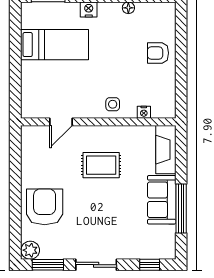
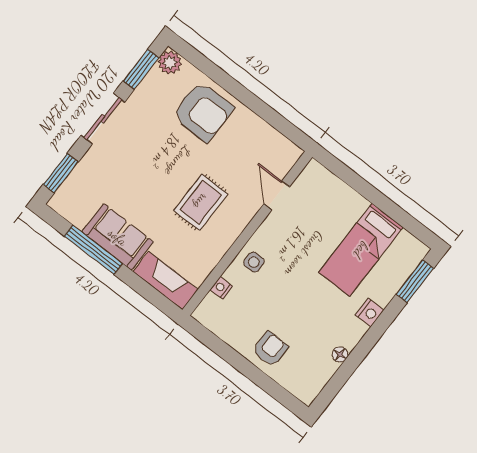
window: (150, 265) -> (61, 173), width x1.50

